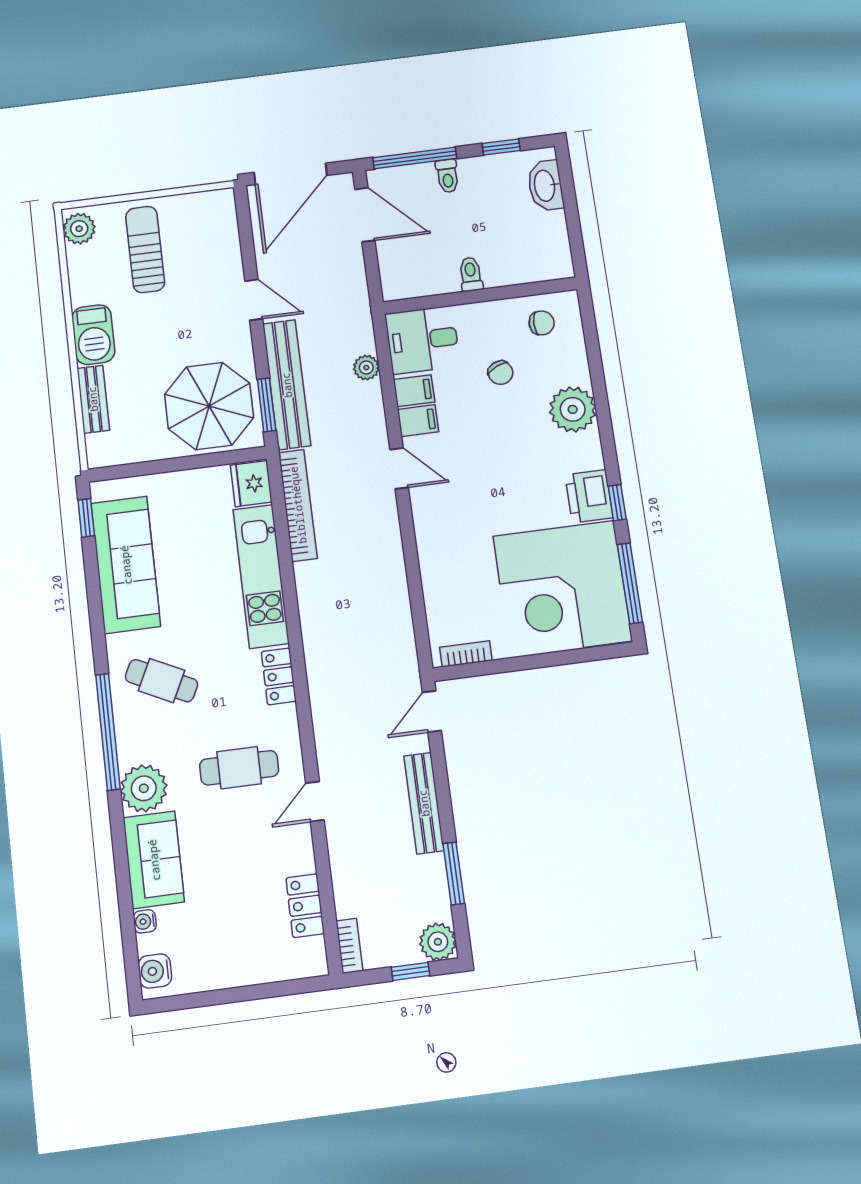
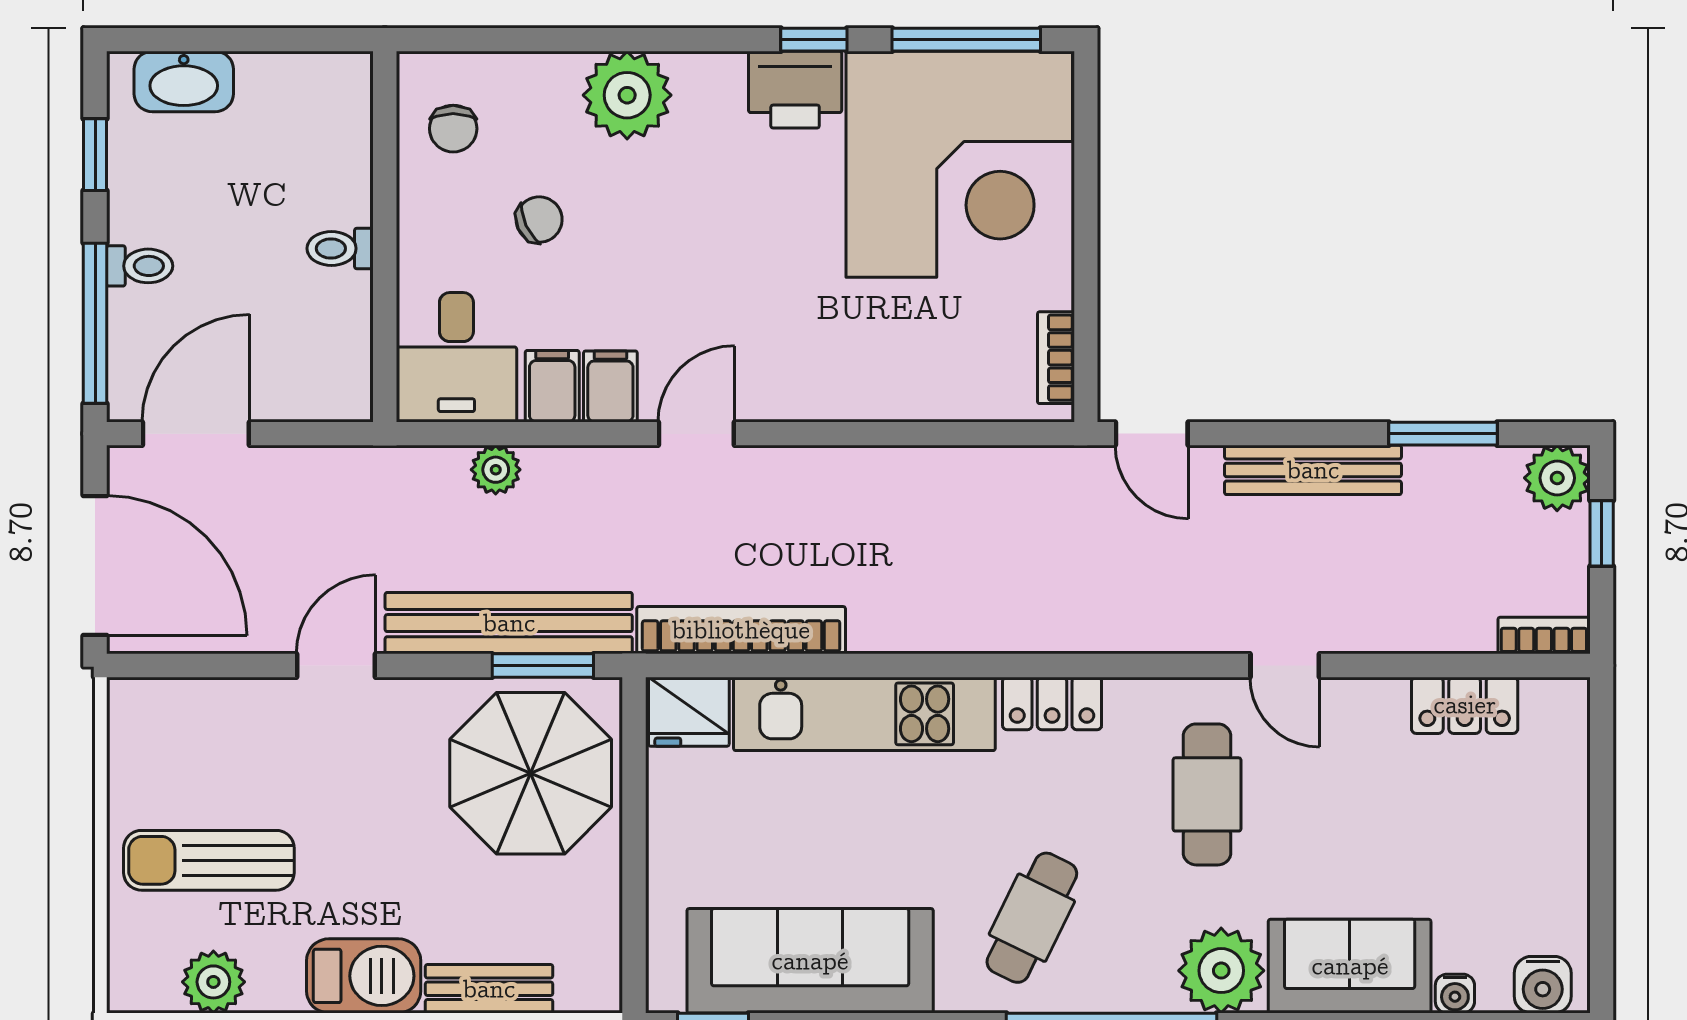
plant: (79, 229) -> (213, 982), moved
chair: (542, 323) -> (453, 129), turned 180

